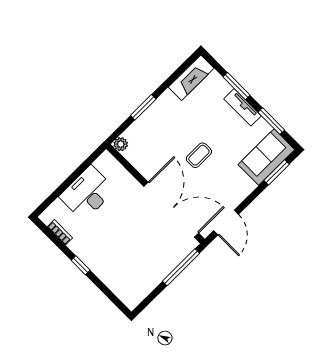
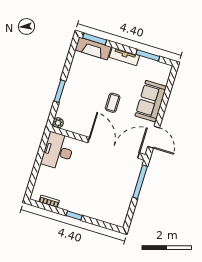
fireplace: (191, 78) -> (93, 48), moved, turned 90
window: (237, 86) -> (95, 39), moved
sofa: (266, 157) -> (151, 101), moved
window: (277, 172) -> (169, 87), removed
desk: (87, 193) -> (58, 151), moved

